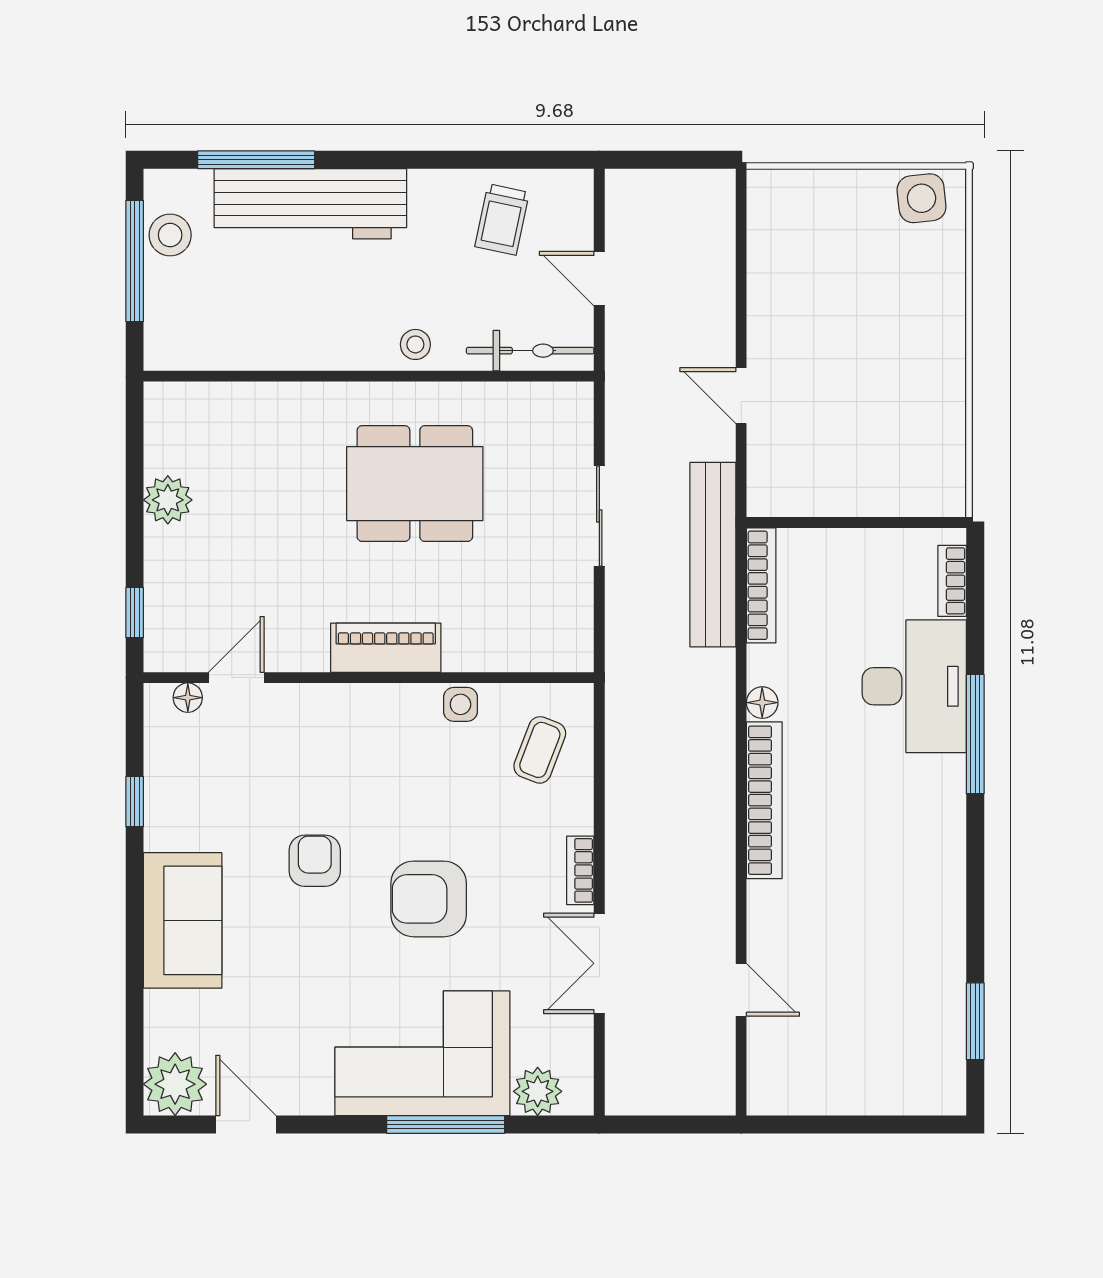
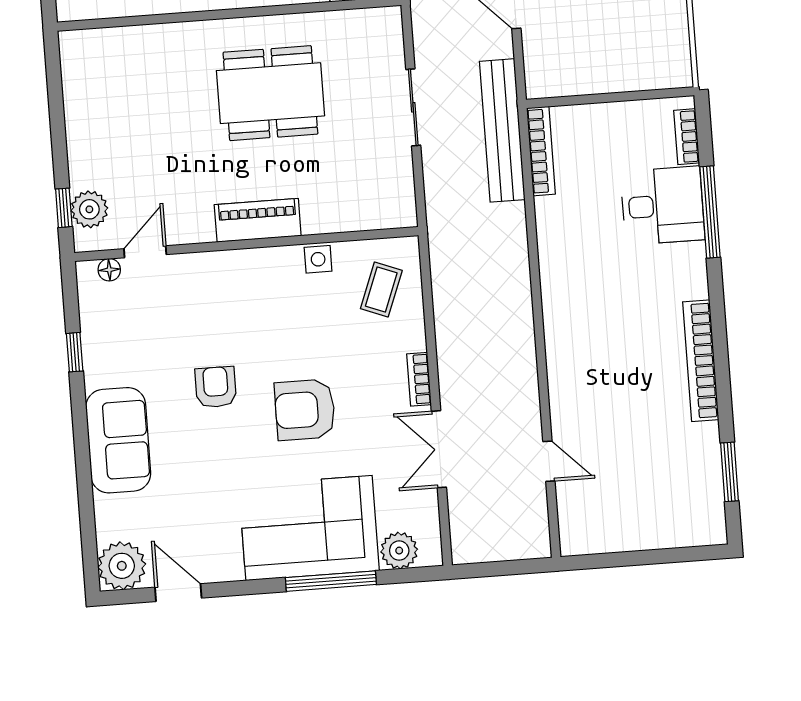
plant: (168, 500) -> (89, 209), moved
desk: (914, 686) -> (663, 206), width x0.73
floor lamp: (762, 703) -> (548, 241), removed
window: (975, 734) -> (710, 212), moved
bookcase: (764, 800) -> (701, 361), moved, turned 180

